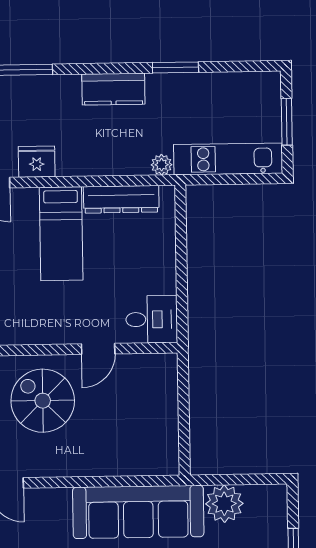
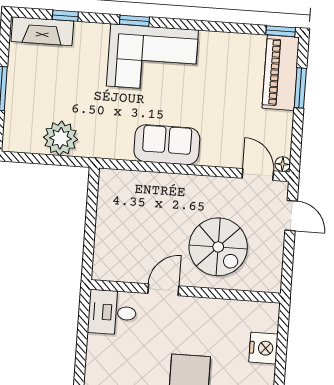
sofa: (138, 512) -> (167, 145), width x0.54, depth x0.79

